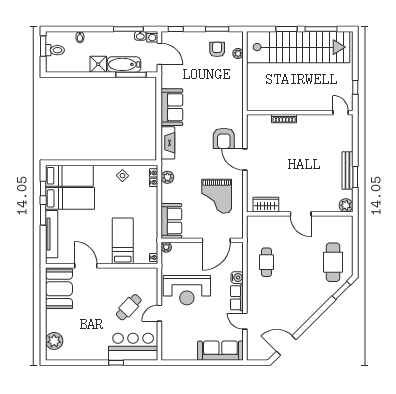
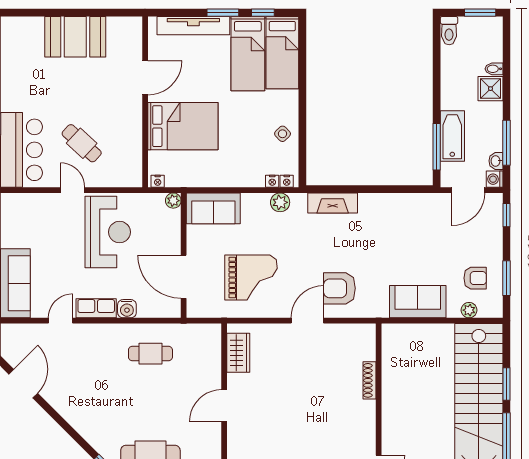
toilet: (55, 50) -> (449, 31), moved
shower: (98, 64) -> (490, 89), moved
sofa: (172, 107) -> (418, 302), moved, turned 180
grand piano: (217, 196) -> (251, 278), turned 180
bed: (123, 241) -> (183, 126), width x1.50
booth: (59, 289) -> (75, 37), moved
reception desk: (187, 290) -> (108, 232), turned 180
plant: (54, 341) -> (30, 29), removed

